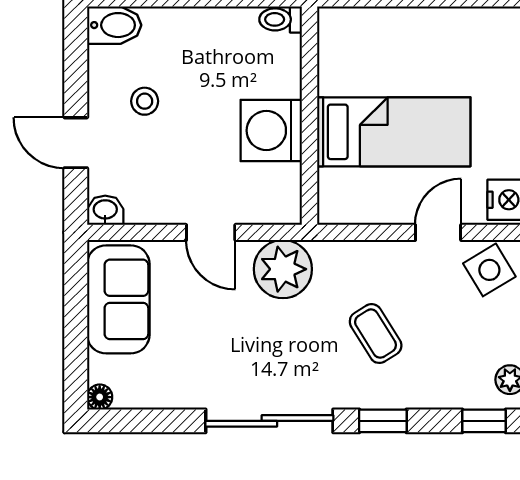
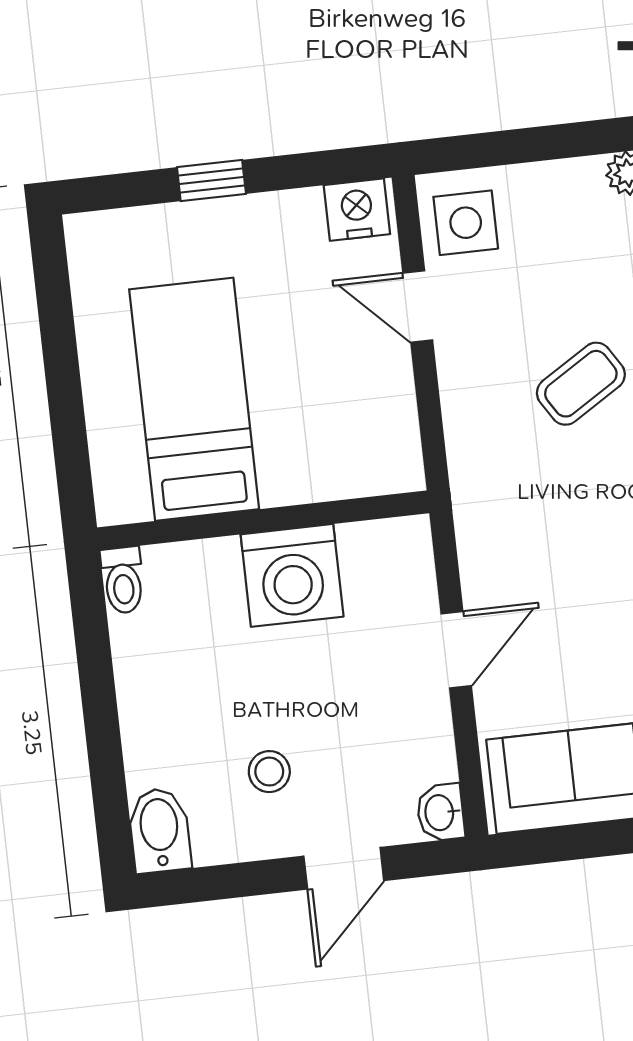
bed: (394, 132) -> (194, 399), moved
plant: (283, 269) -> (499, 534), removed
side table: (489, 270) -> (466, 223), turned 31

